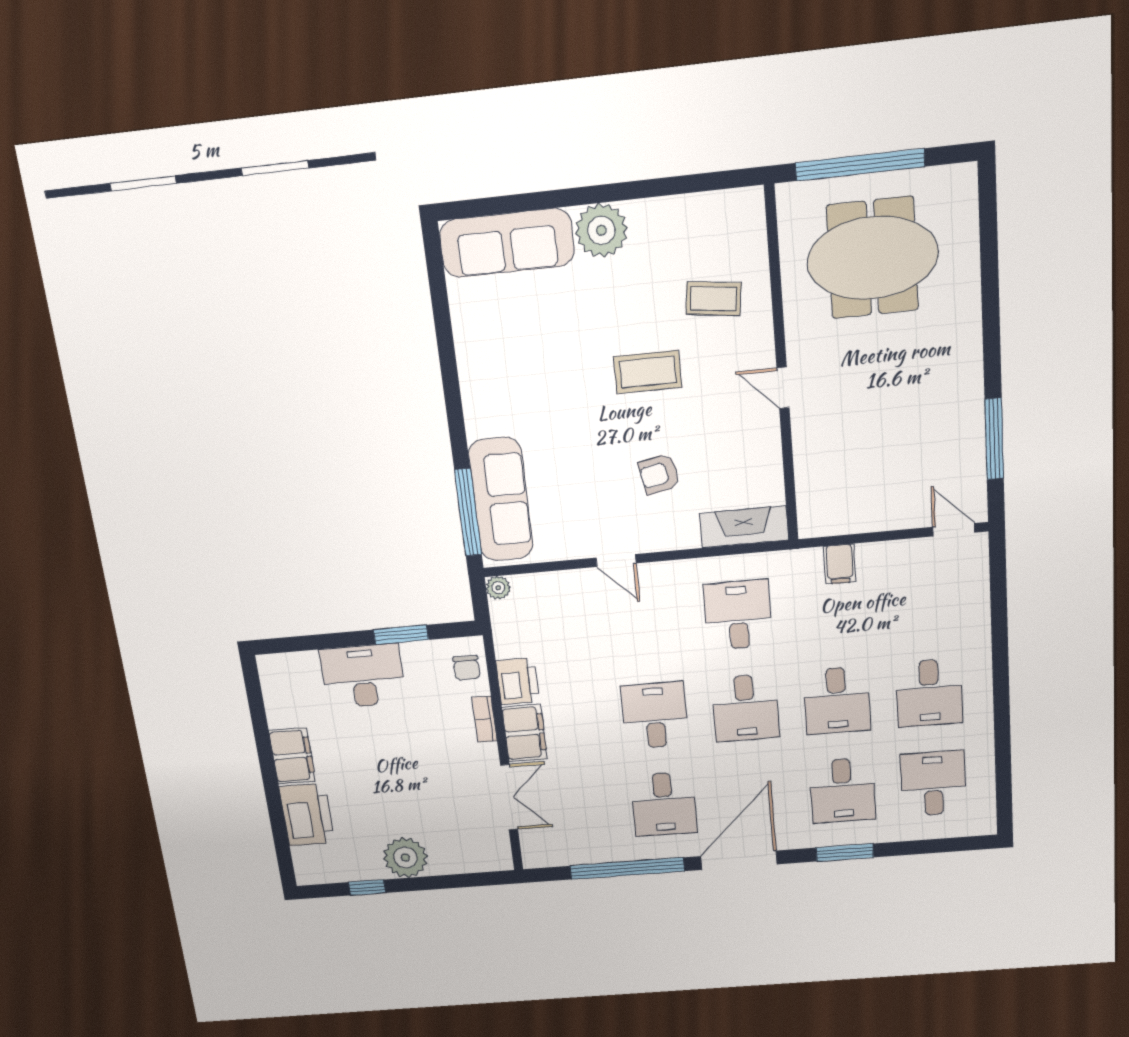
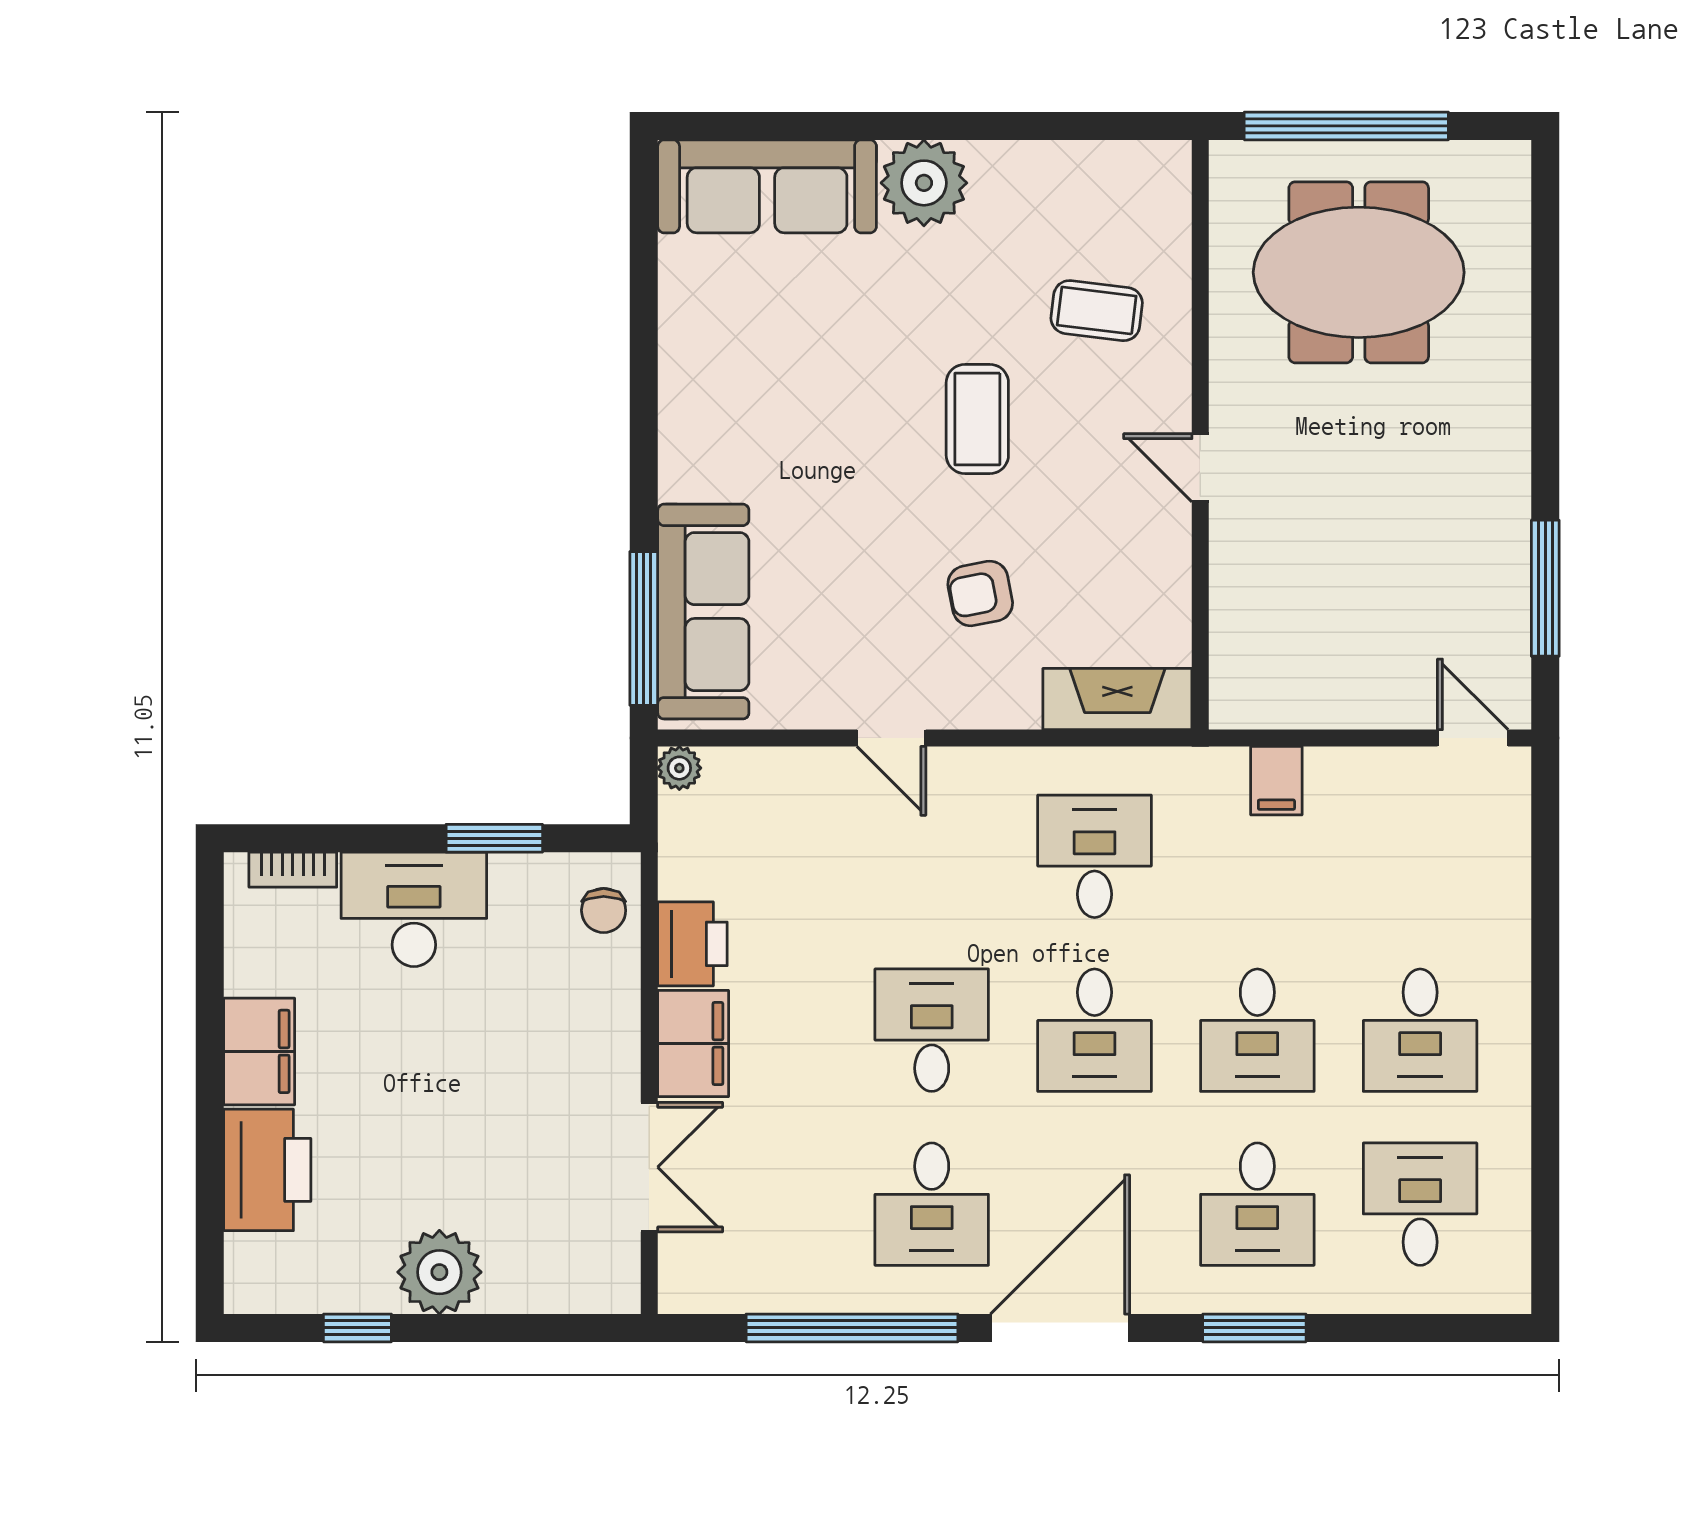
coffee table: (648, 372) -> (977, 419), turned 90
bookcase: (484, 719) -> (293, 870), moved, turned -90

